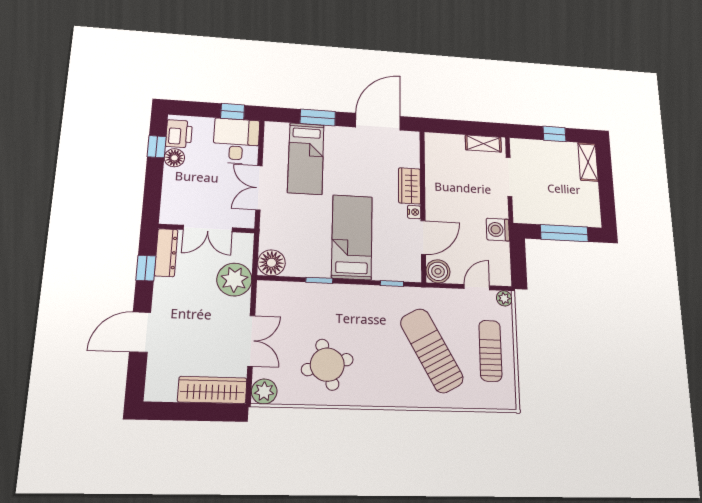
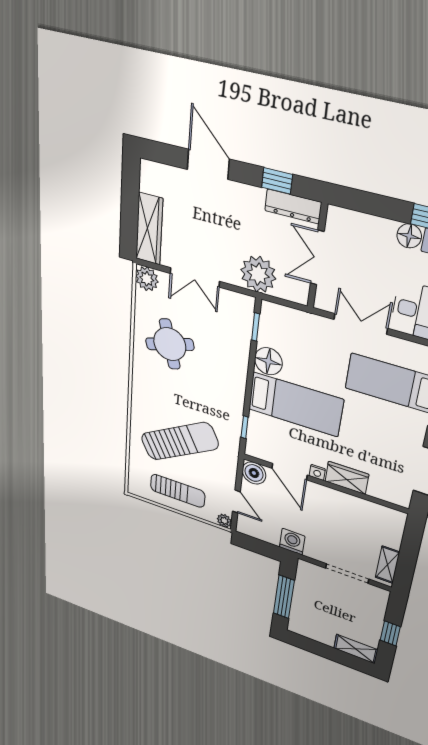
floor lamp: (271, 263) -> (268, 361), moved
window: (319, 280) -> (256, 327), moved

